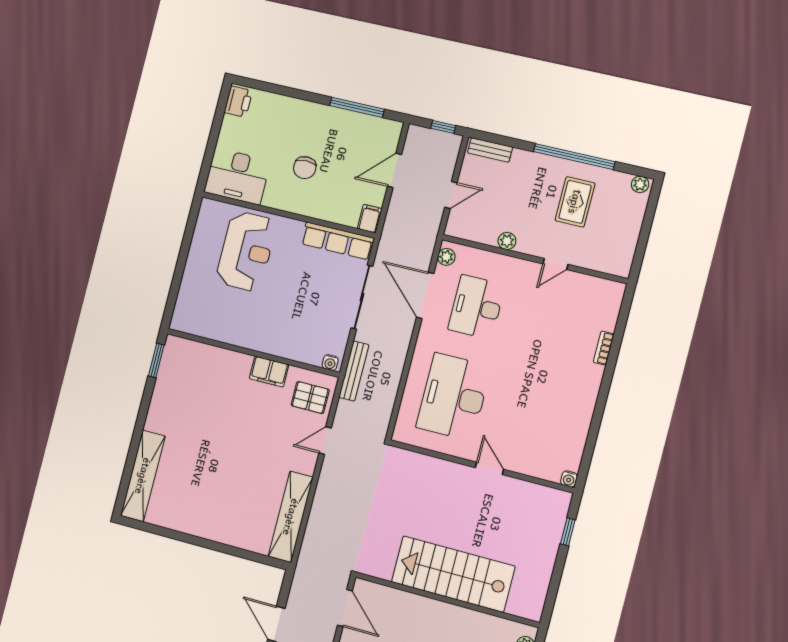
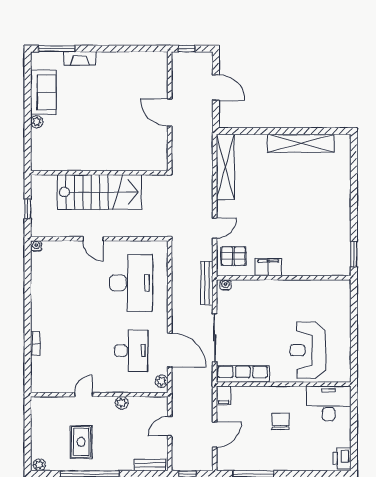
shelving: (143, 476) -> (301, 143), moved, turned 90
stairs: (453, 574) -> (100, 192), moved
wall: (447, 600) -> (99, 173), moved

